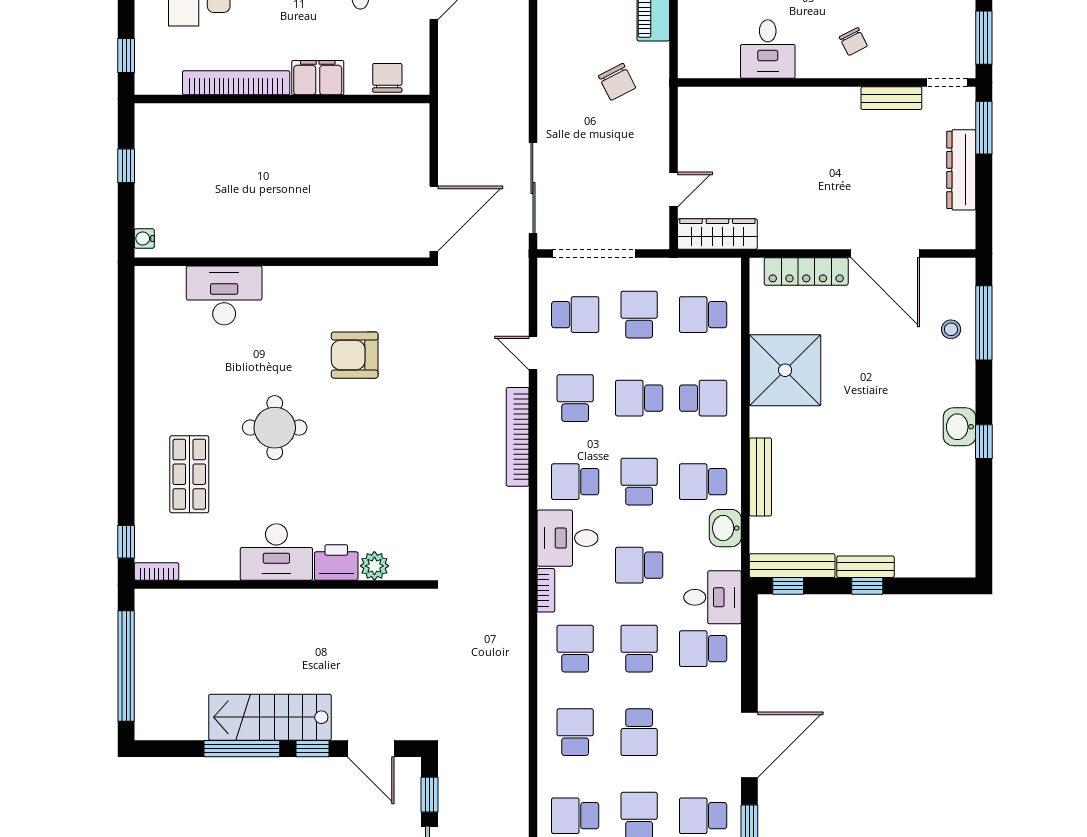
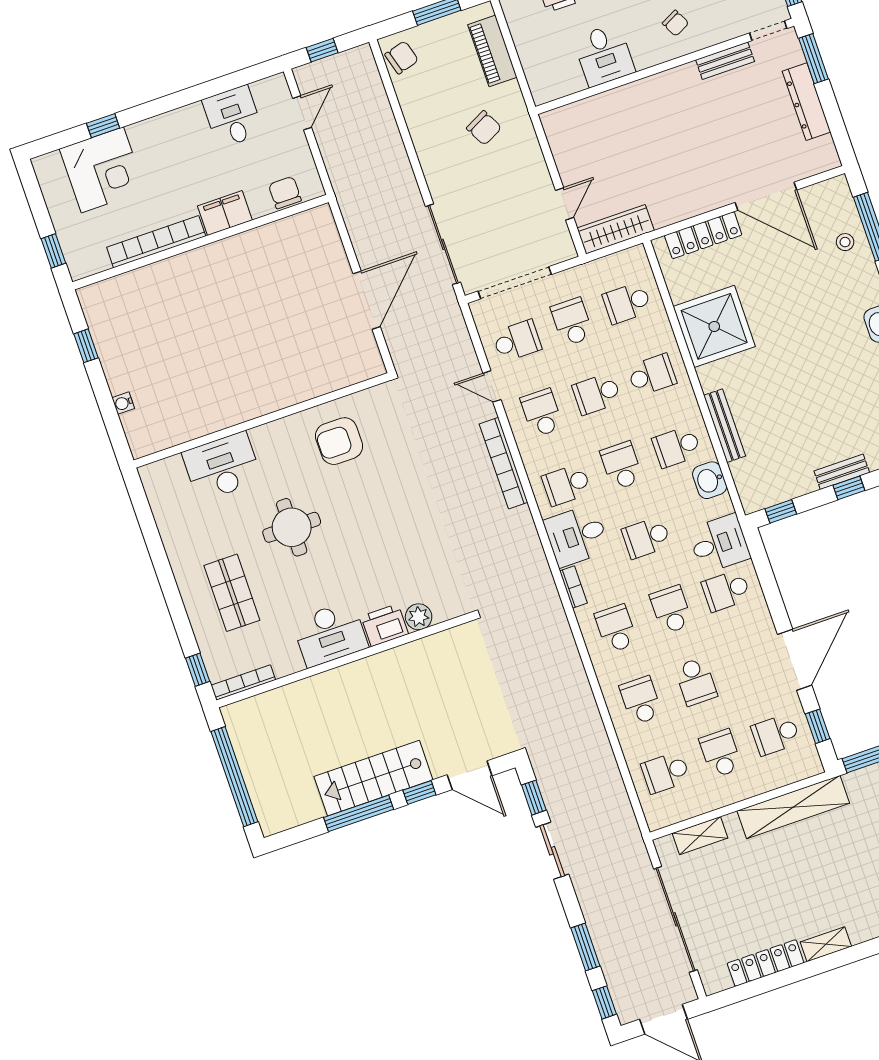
wall: (282, 262) -> (262, 420), moved
desk: (224, 295) -> (222, 466), moved
bench: (792, 566) -> (778, 493), removed
bookcase: (157, 571) -> (243, 683), width x1.56

